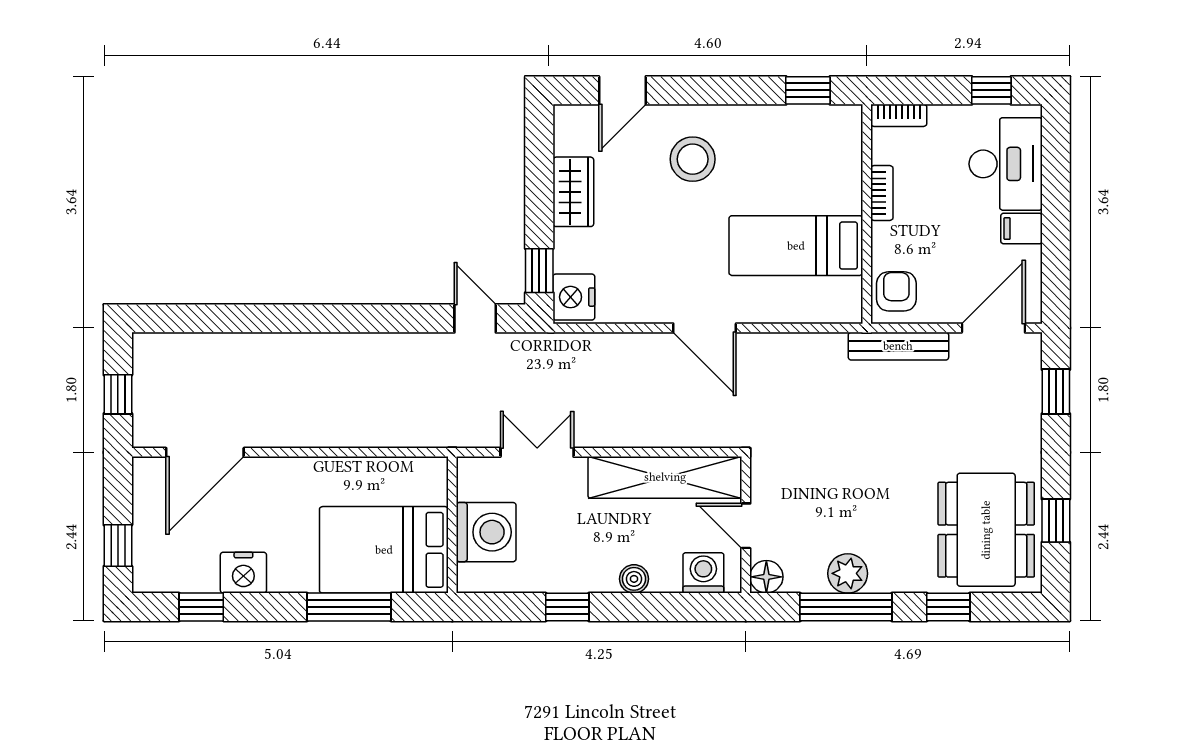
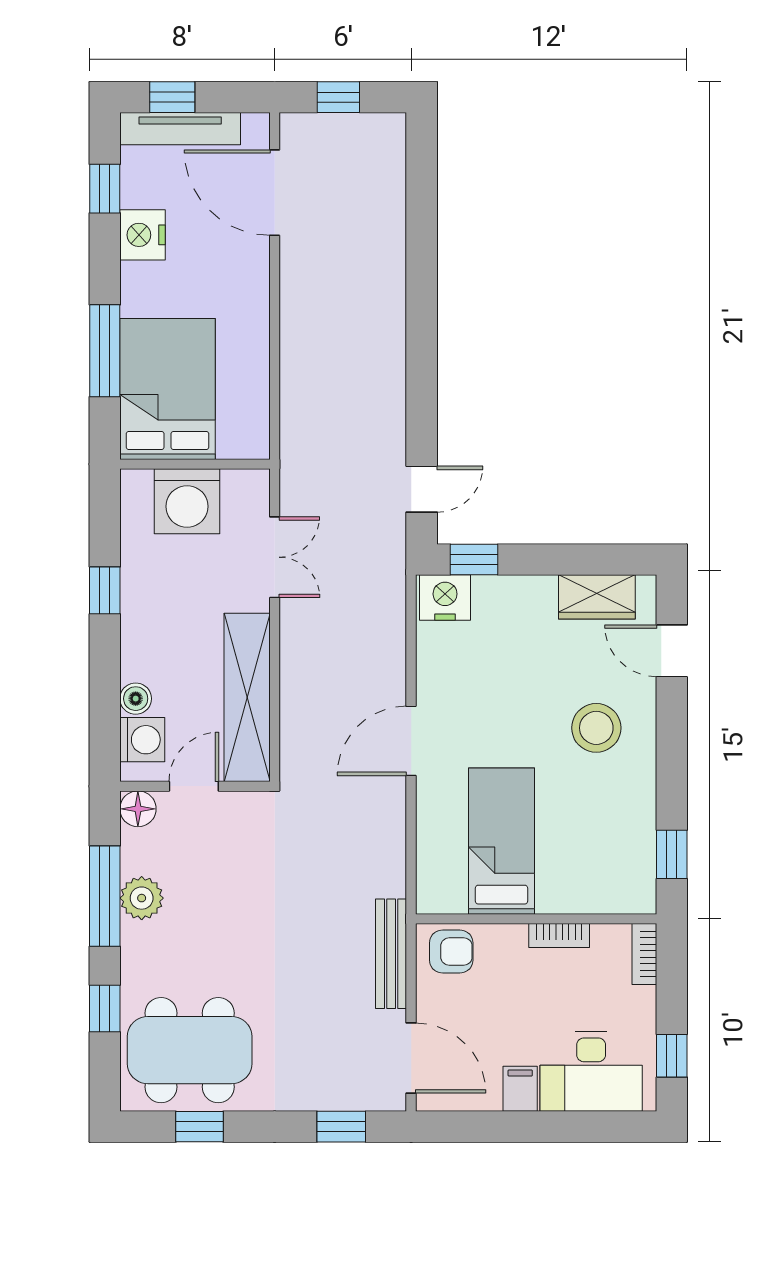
wardrobe: (573, 192) -> (597, 597), moved
tv unit: (147, 538) -> (180, 129), added
boiler: (634, 579) -> (136, 699), moved

